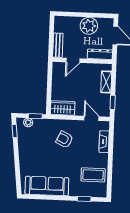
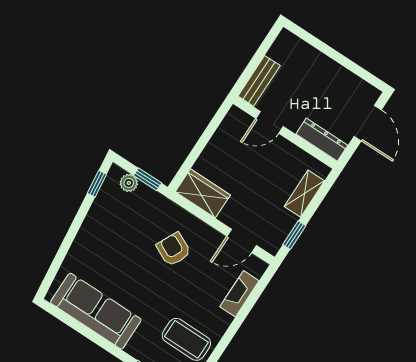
plant: (89, 26) -> (332, 79), removed
door: (91, 118) -> (242, 241), swing flipped

